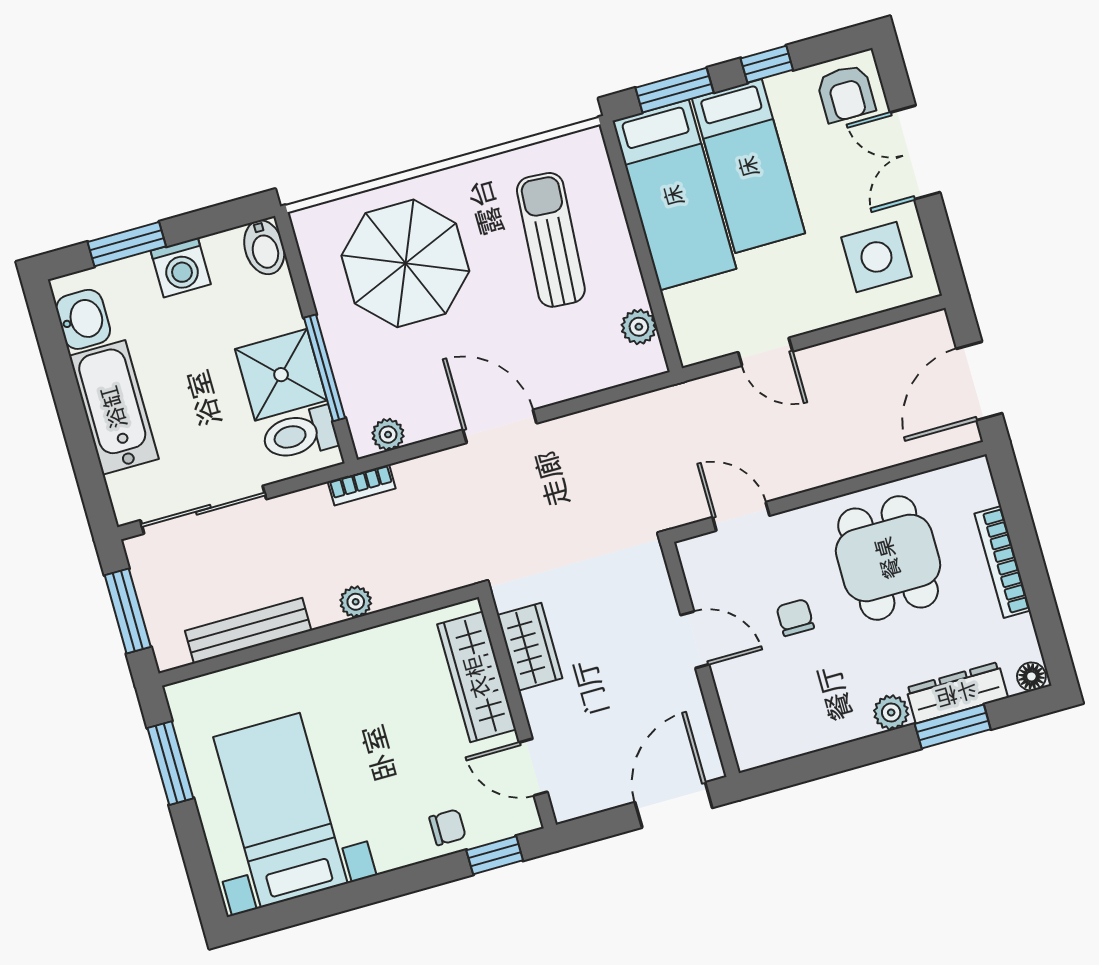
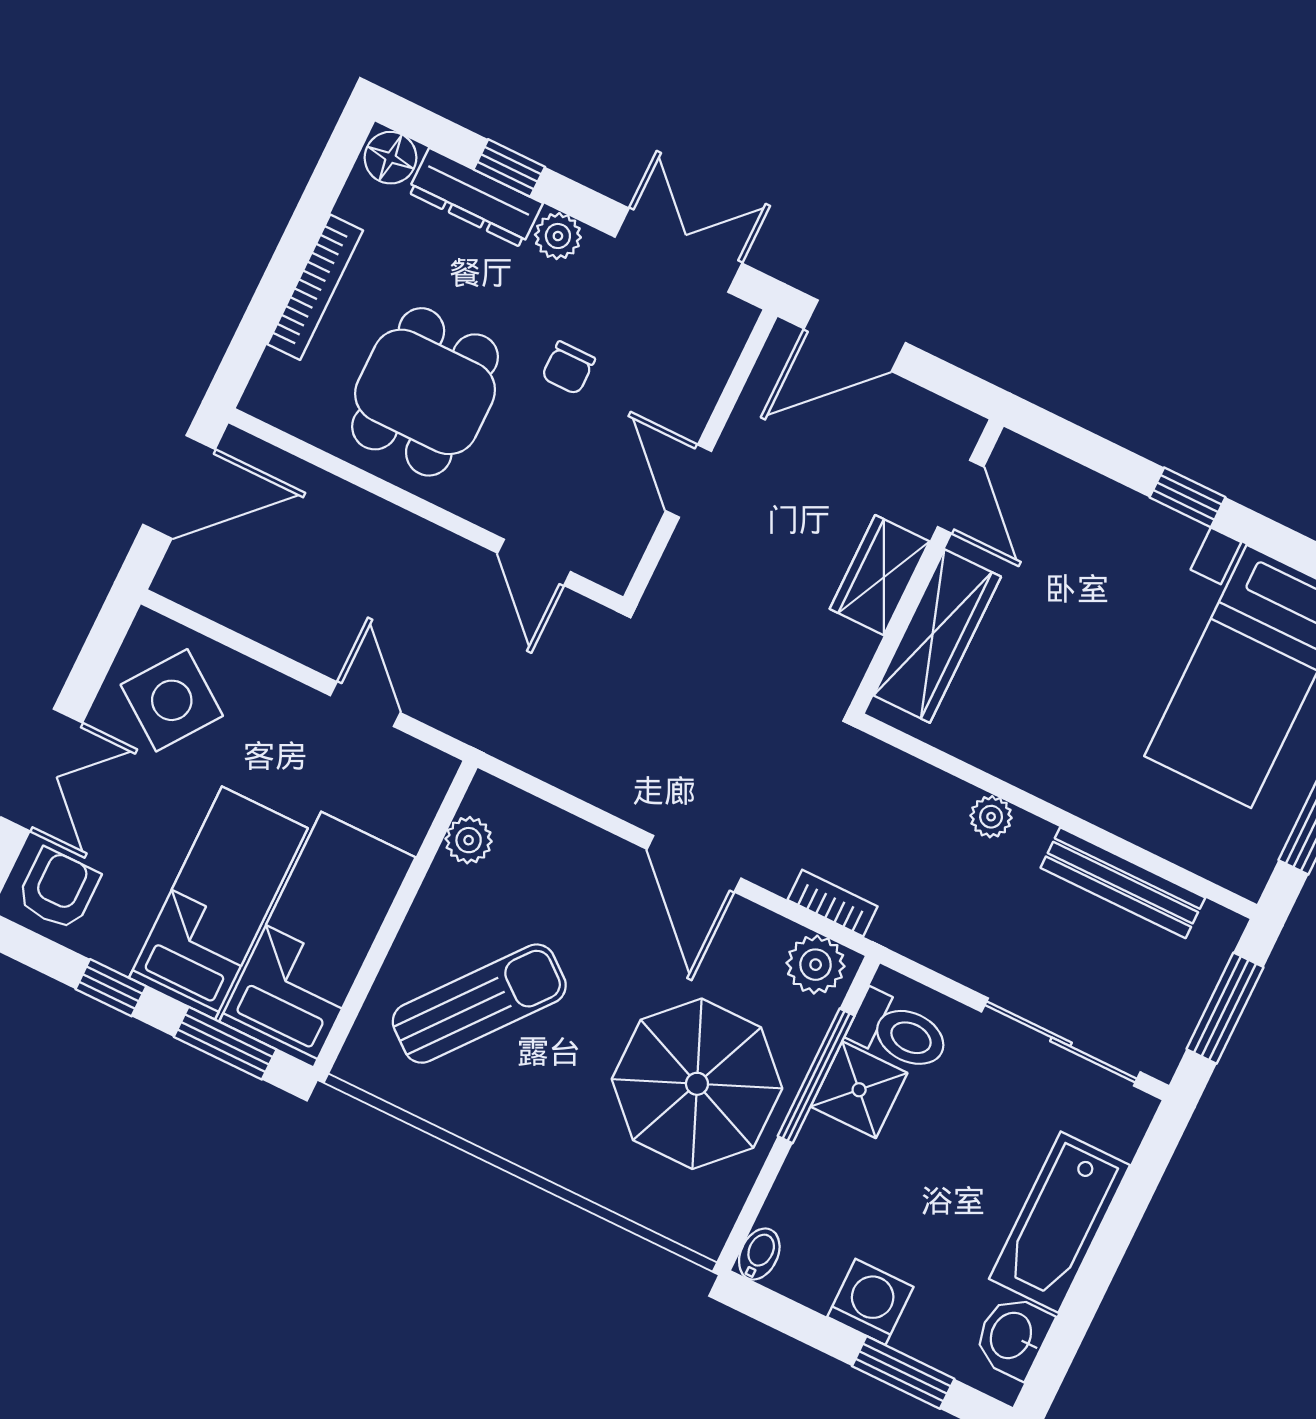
sun lounger: (551, 240) -> (479, 1004), turned -145
bidet: (264, 247) -> (759, 1254), width x0.72, depth x0.74
side table: (876, 257) -> (172, 700), turned 36
parasol: (405, 263) -> (697, 1084), moved
shower: (281, 375) -> (859, 1090), width x0.73, depth x0.73
plant: (388, 435) -> (816, 965), width x1.38, depth x1.38
bookcase: (362, 485) -> (833, 903), moved
chair: (795, 617) -> (568, 368), moved
wardrobe: (530, 647) -> (880, 575), moved
floor lamp: (1031, 676) -> (390, 158), width x1.37, depth x1.37
window: (953, 727) -> (509, 168), width x0.67
double door: (816, 765) -> (679, 250), added
chair: (448, 827) -> (1098, 513), removed
window: (495, 855) -> (1187, 497), moved

